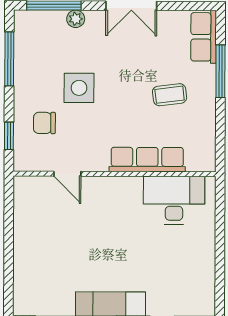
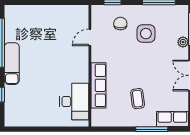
side table: (79, 88) -> (146, 34), moved

